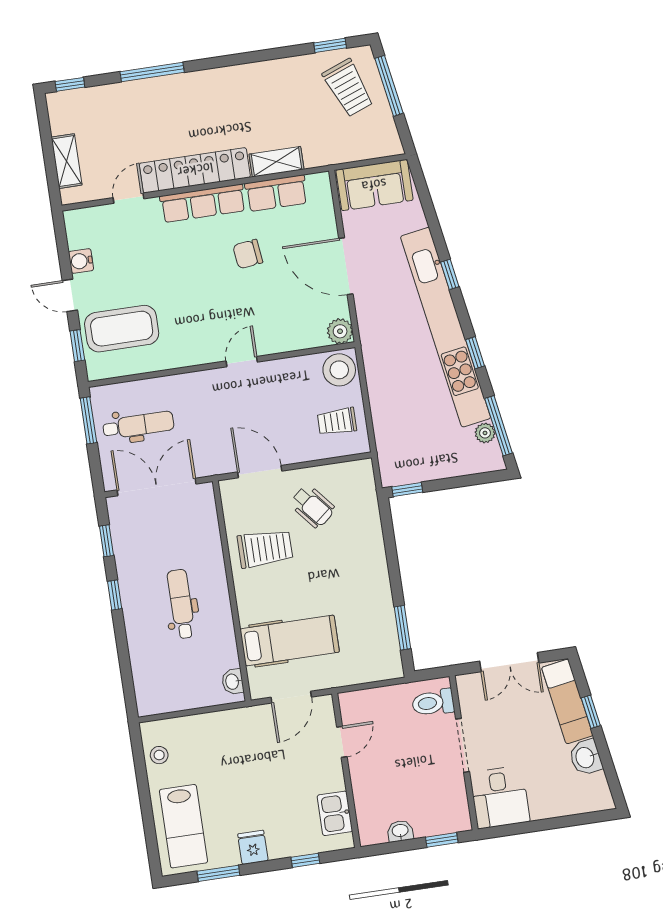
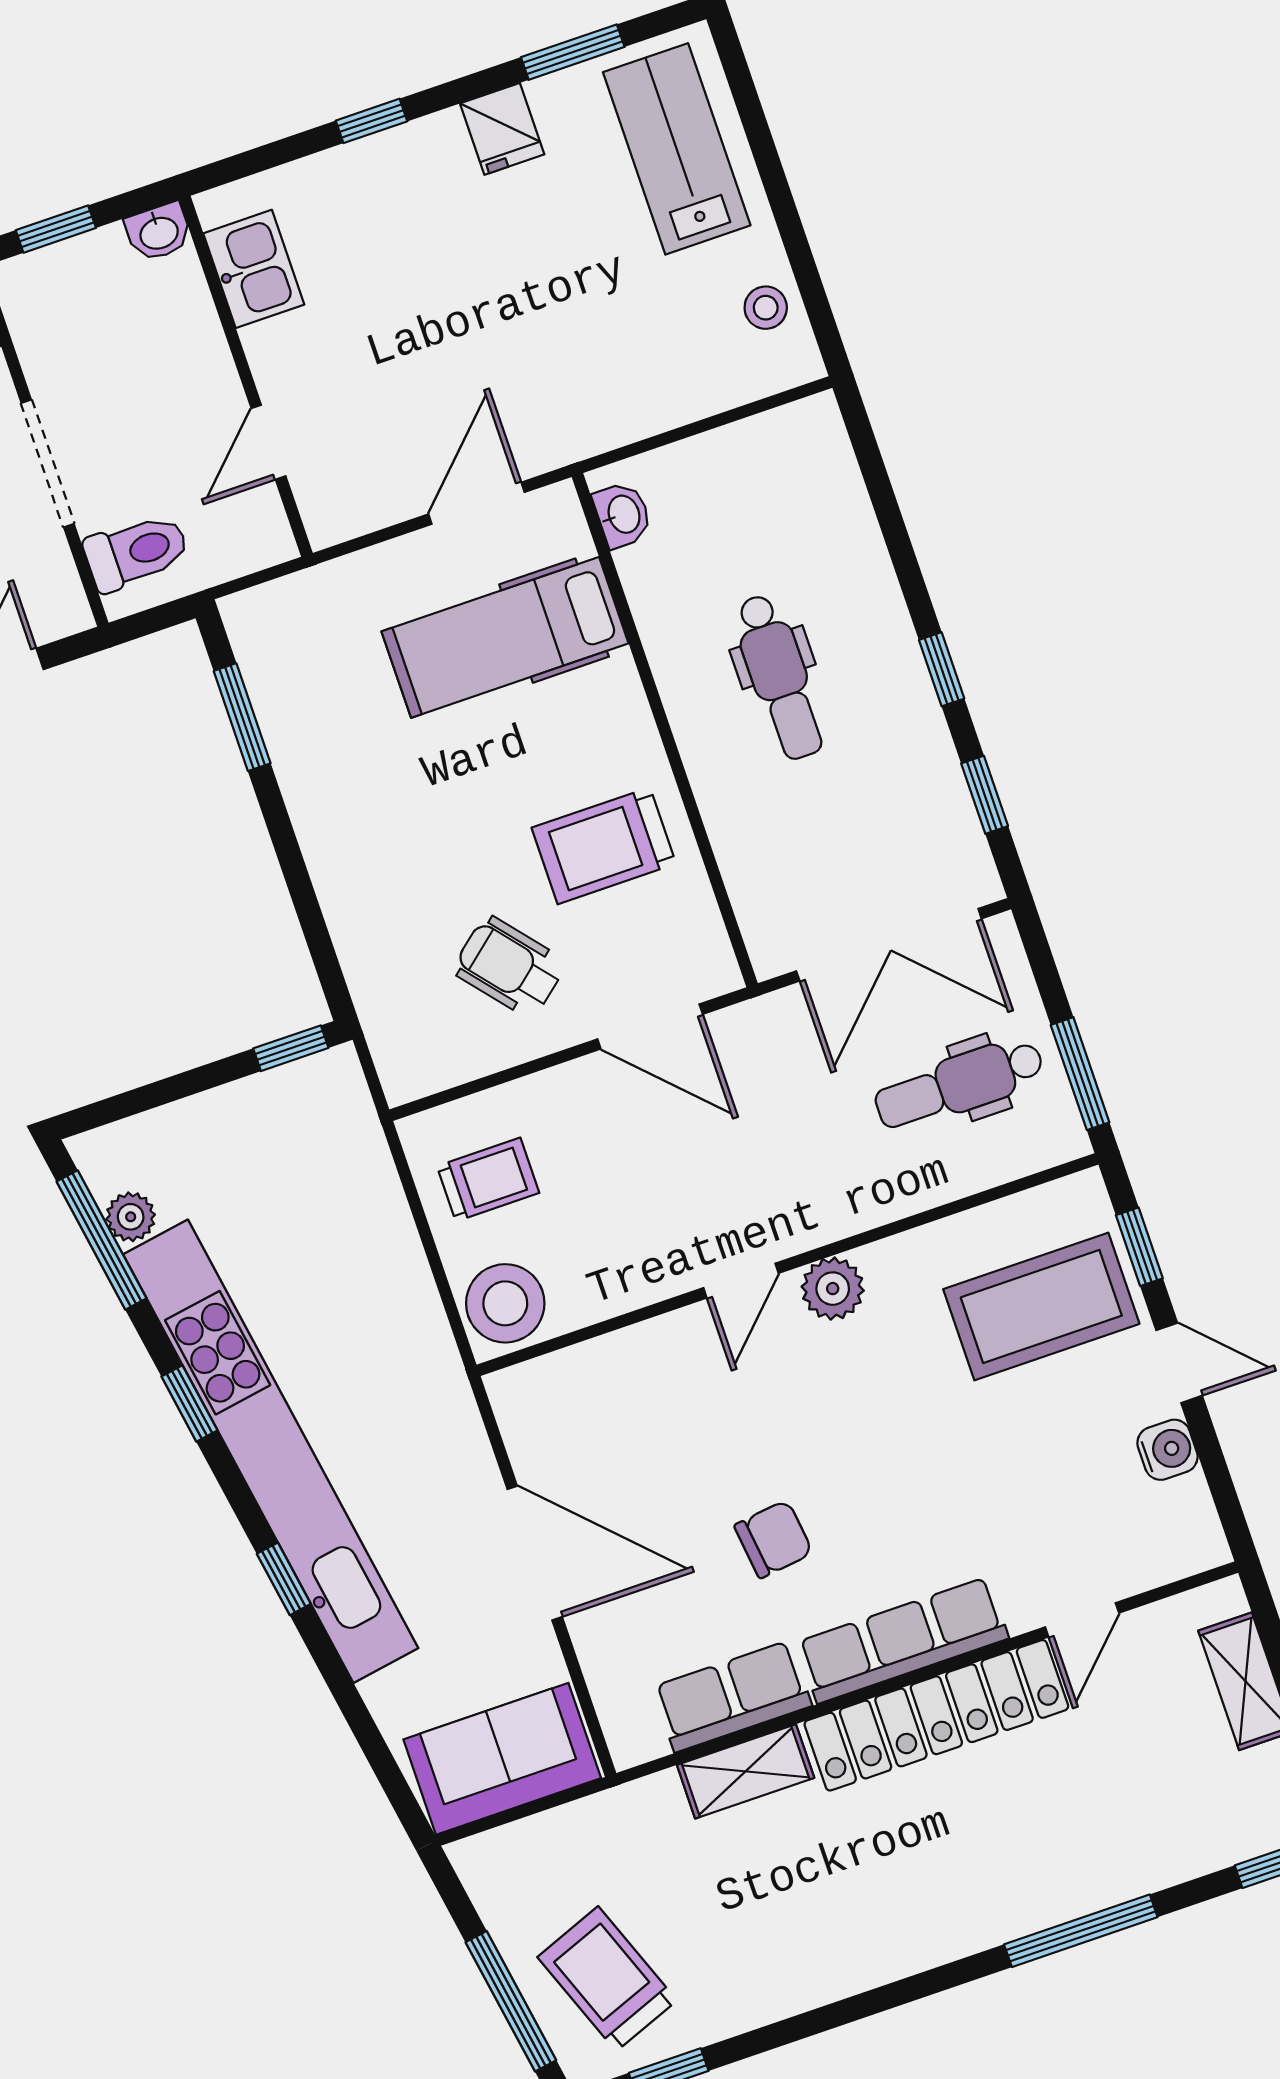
plant: (340, 331) -> (833, 1289), moved
door: (342, 742) -> (268, 442), moved
wall: (346, 770) -> (246, 376), moved
kitchen sink: (335, 813) -> (254, 269), moved

